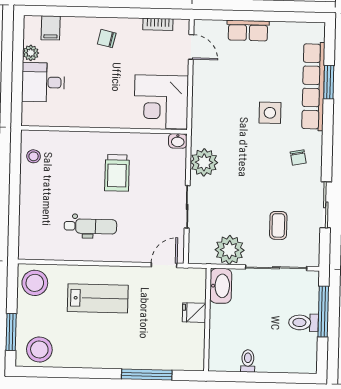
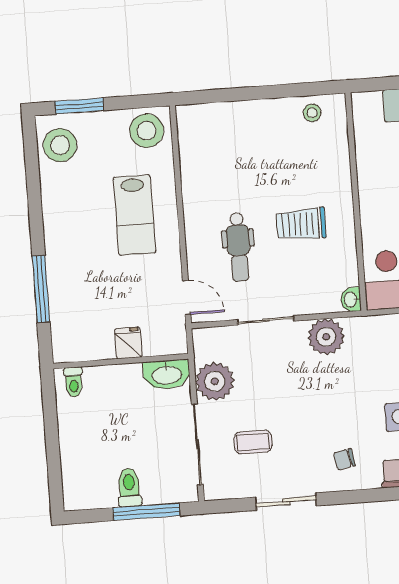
dental chair: (90, 226) -> (239, 247), moved
toilet: (248, 361) -> (74, 382), moved, turned 90

